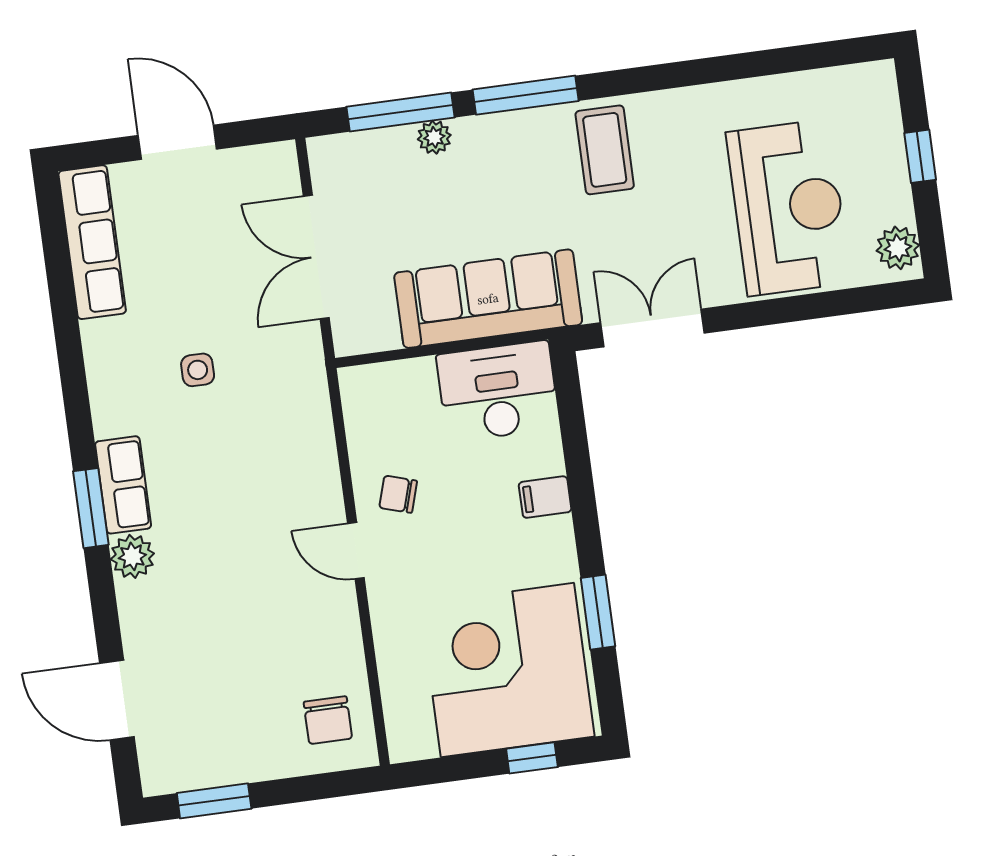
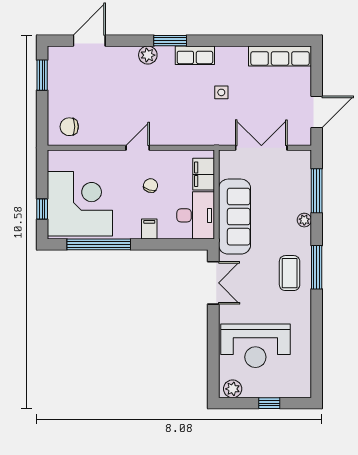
window: (526, 95) -> (317, 267), moved
plant: (434, 137) -> (304, 220), moved
door: (177, 142) -> (317, 112), moved
coffee table: (605, 150) -> (290, 273), turned 90
filing cabinet: (398, 386) -> (204, 174), added
row of seats: (123, 485) -> (195, 55), moved
chair: (398, 494) -> (151, 186), moved
window: (598, 612) -> (99, 244), width x2.11

